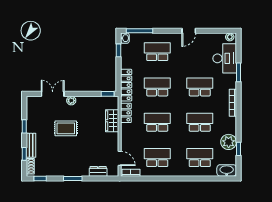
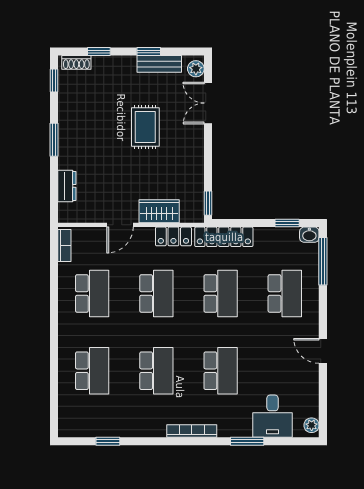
desk: (225, 58) -> (272, 416), width x0.73
double door: (53, 94) -> (208, 103), swing flipped
plant: (71, 101) -> (196, 69), moved
plant: (229, 142) -> (121, 423), removed
bench: (31, 145) -> (159, 64), moved
door: (120, 158) -> (120, 225), moved
washbasin: (227, 170) -> (69, 420), removed

